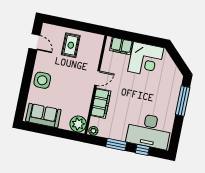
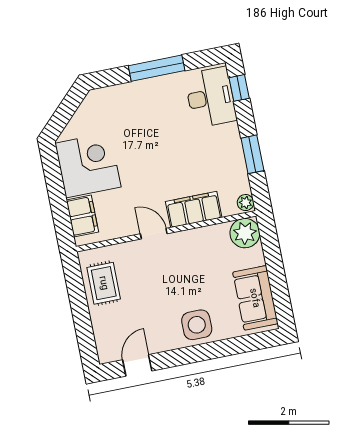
rug: (71, 45) -> (104, 283), moved, turned 90
window: (183, 101) -> (157, 68), moved
desk: (149, 131) -> (210, 97), width x0.73, depth x0.77
window: (142, 150) -> (239, 88), moved

